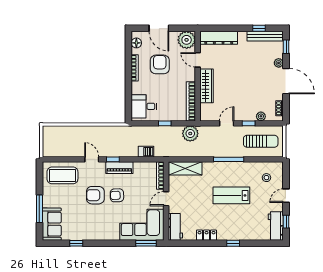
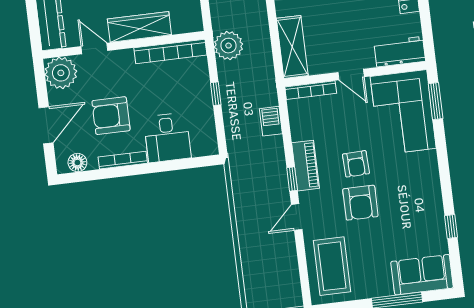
door: (198, 60) -> (94, 48), swing flipped
desk: (144, 106) -> (167, 138), moved

